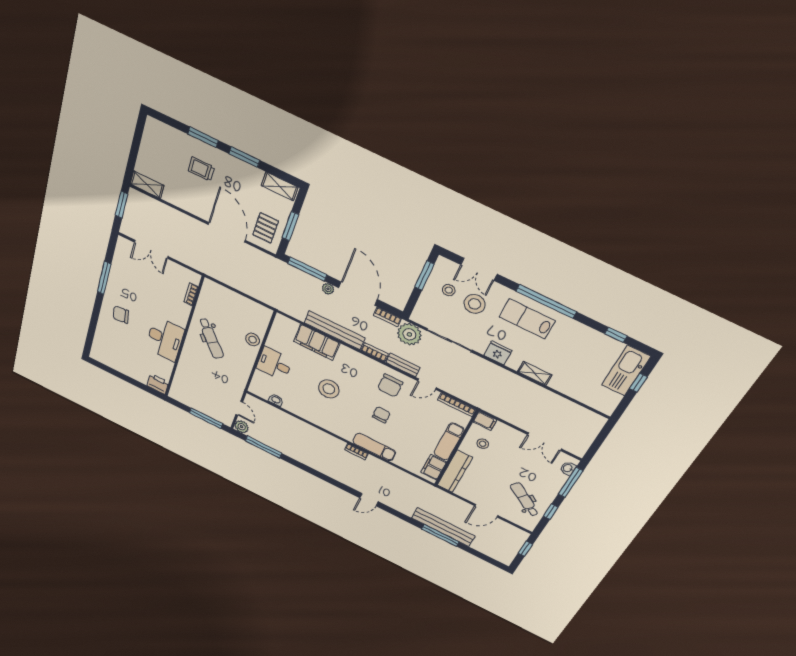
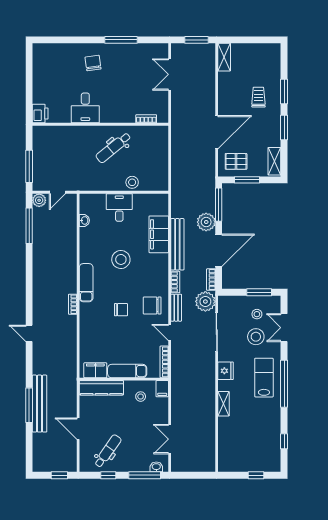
plant: (328, 289) -> (206, 222), width x1.88, depth x1.88
desk: (165, 339) -> (85, 108), width x0.73
kitchen sink: (626, 371) -> (261, 462), removed
exam couch: (374, 447) -> (86, 283), moved

